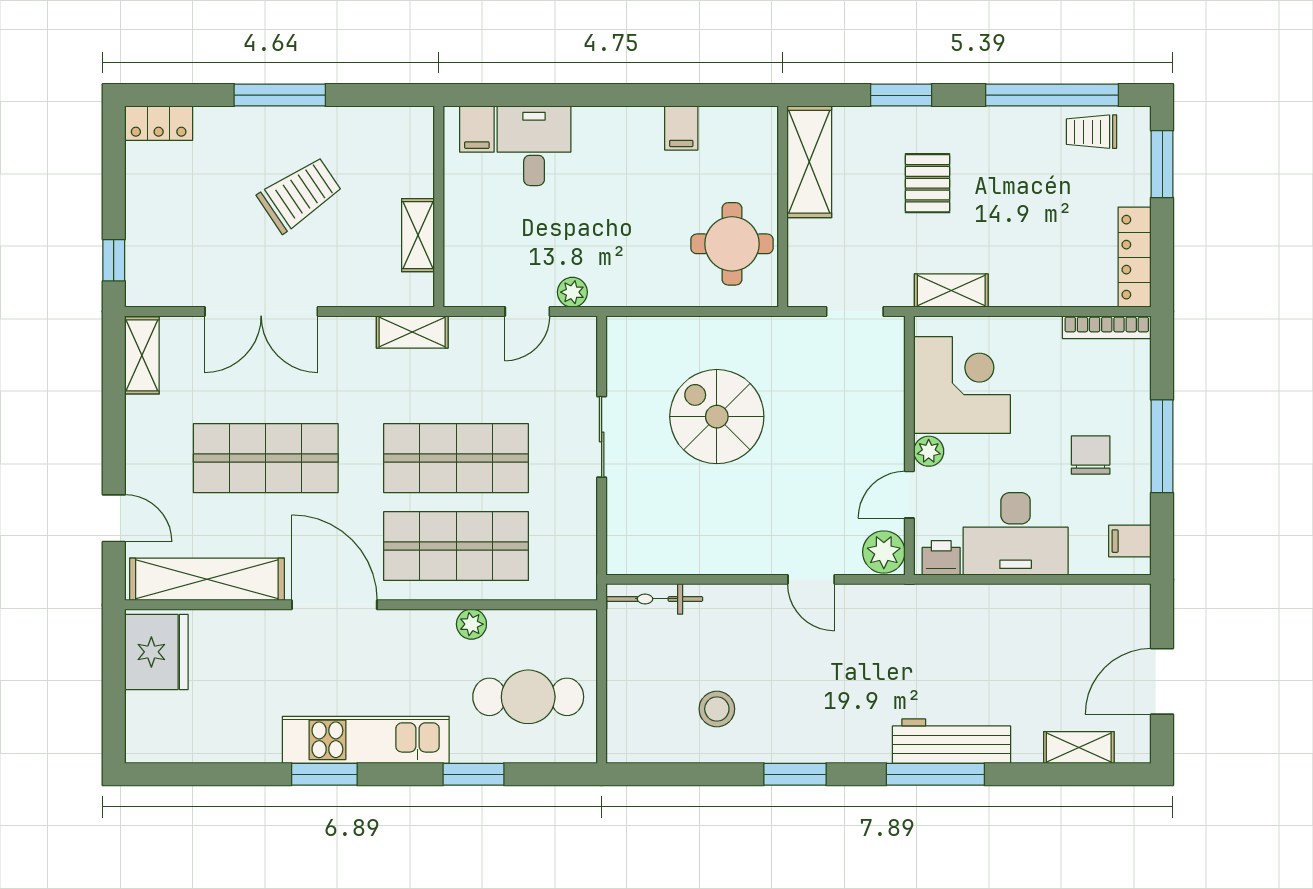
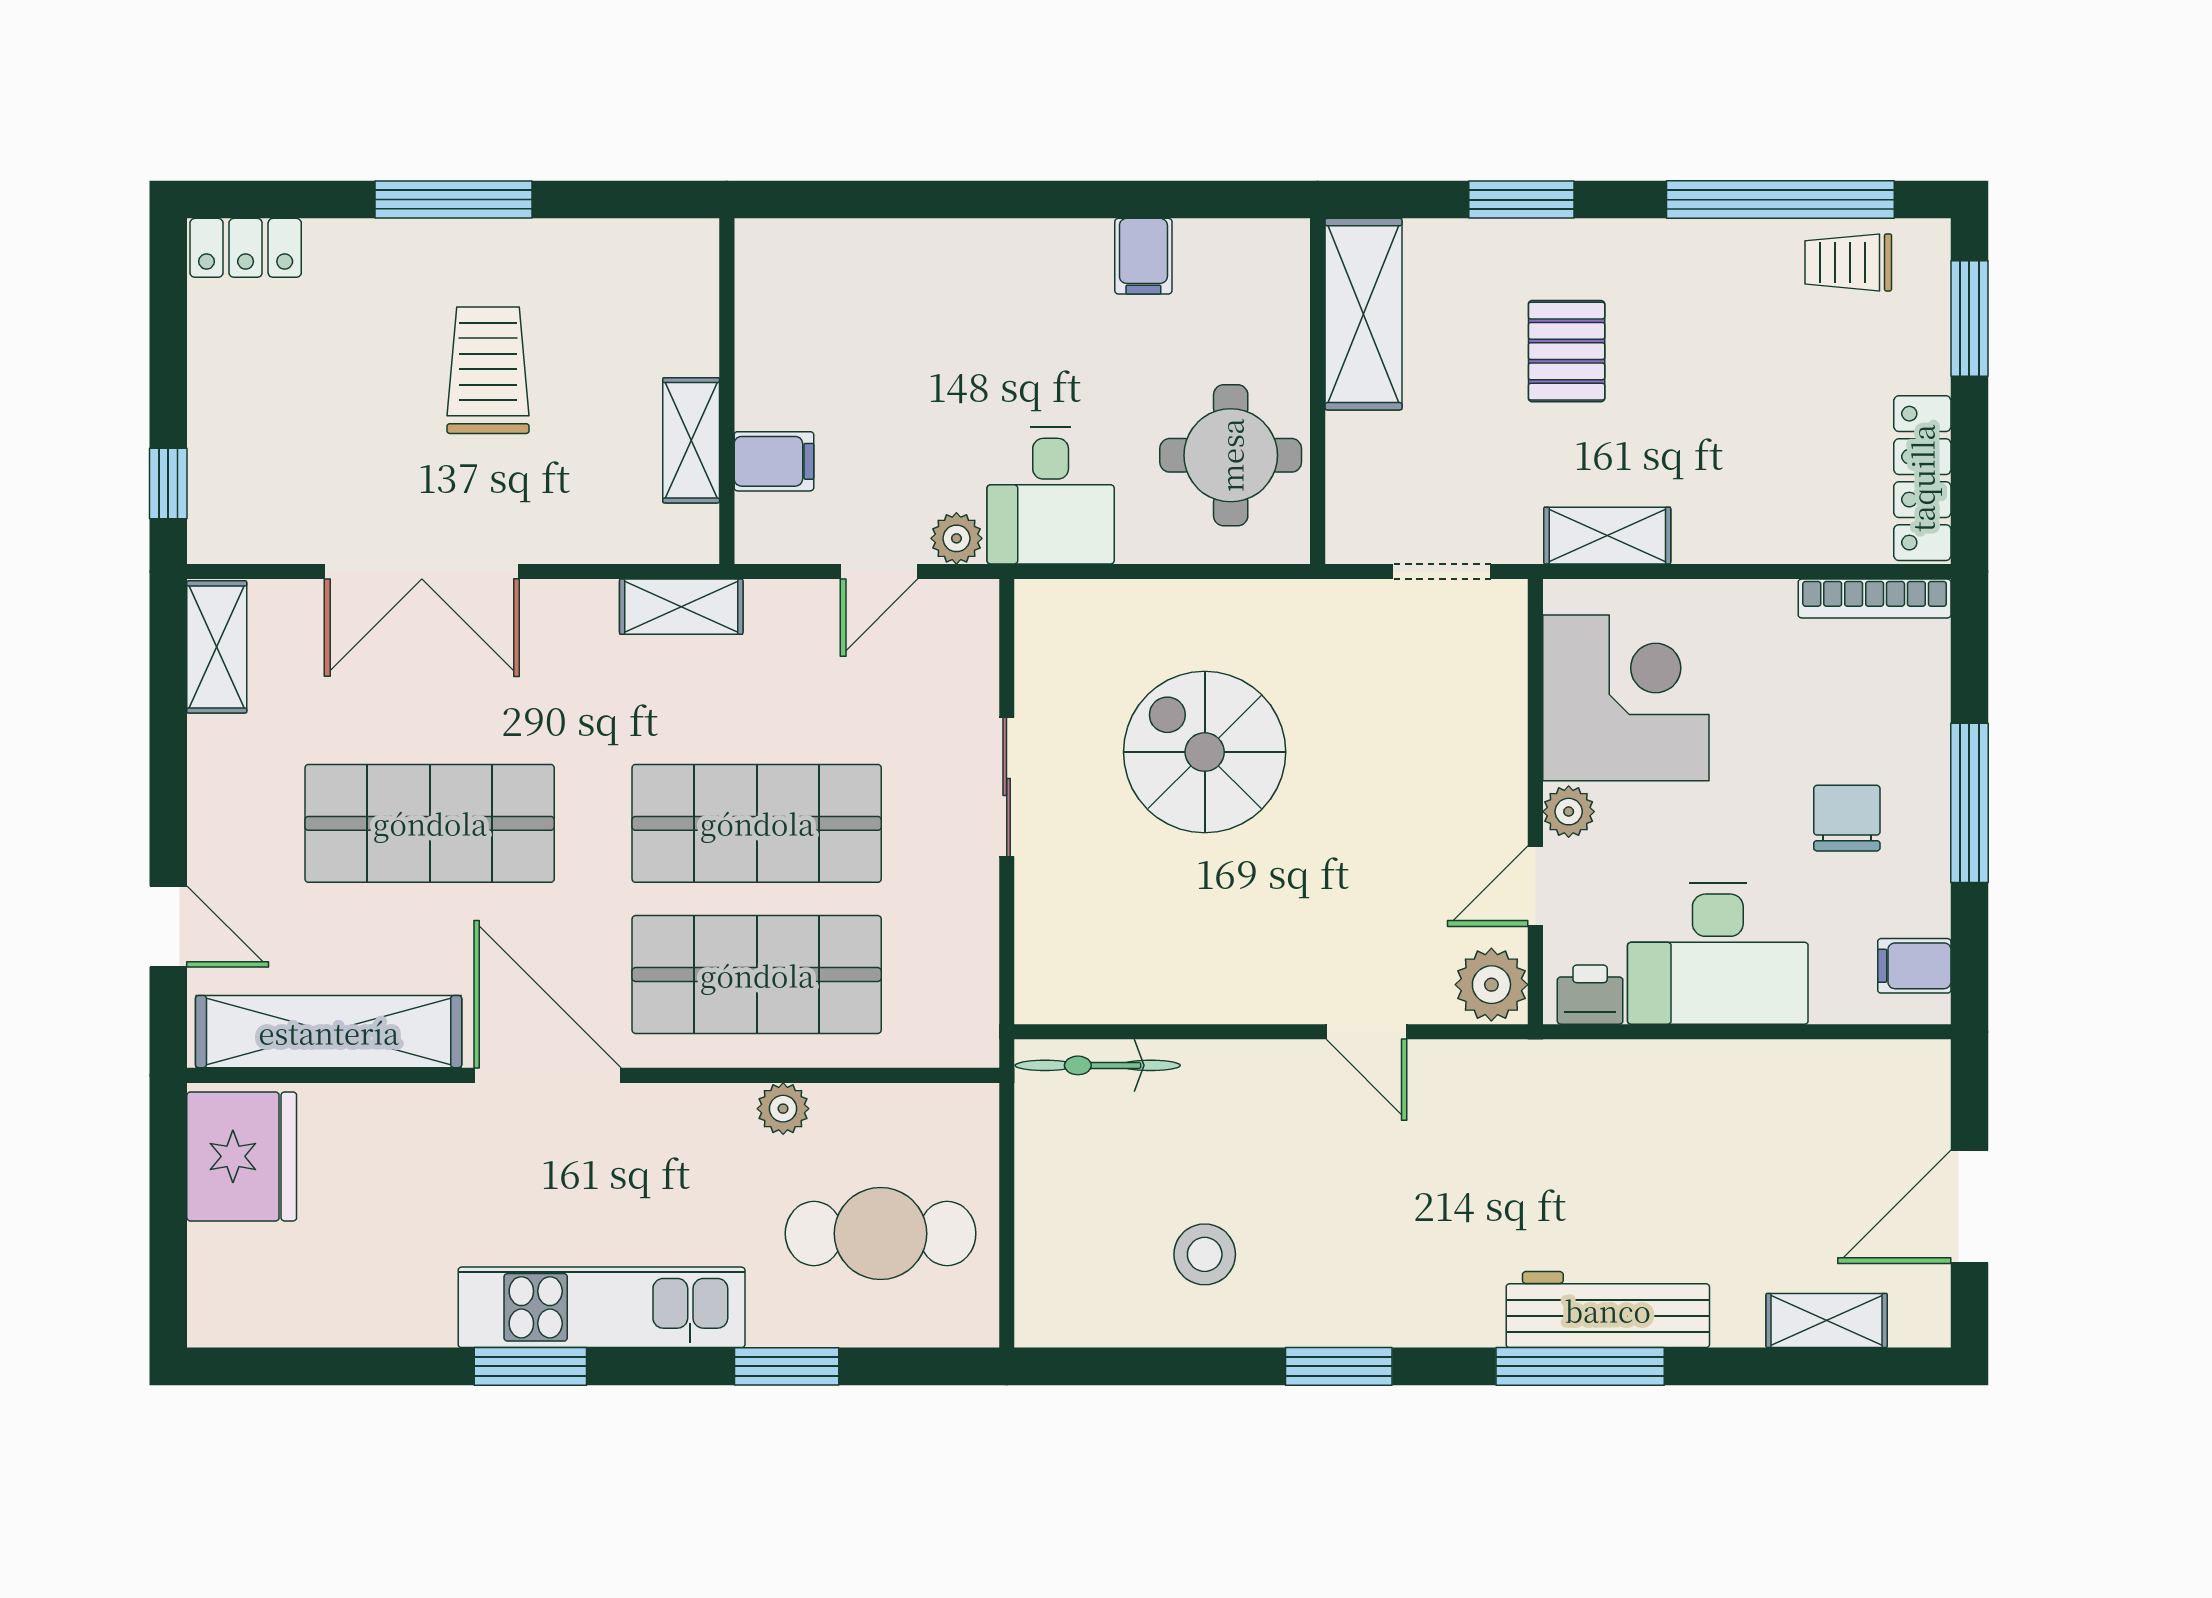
filing cabinet: (477, 129) -> (774, 461), moved, turned -90
desk: (534, 146) -> (1051, 496), moved, turned 180
trolley: (300, 194) -> (488, 370), turned -56

